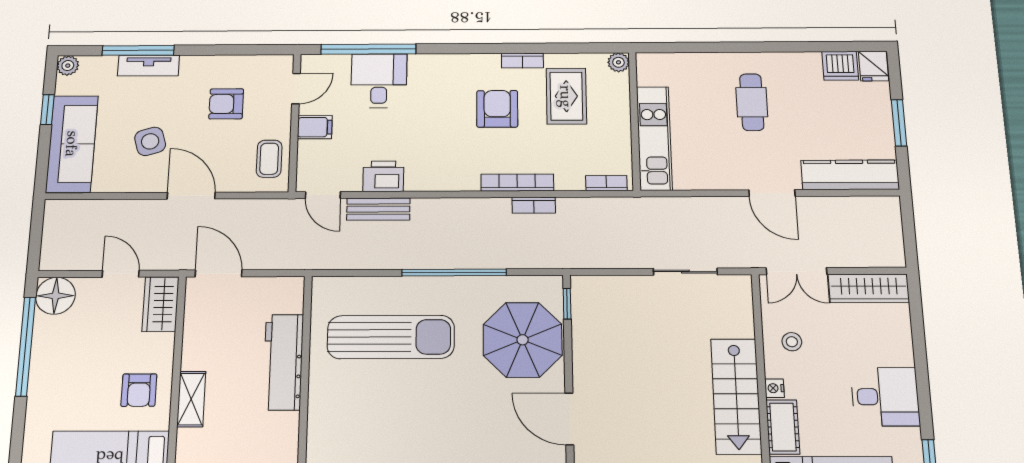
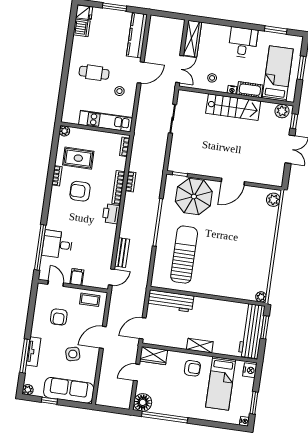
stool: (724, 157) -> (119, 91), added
printer: (383, 176) -> (111, 214), moved
workbench: (283, 362) -> (171, 301), moved

